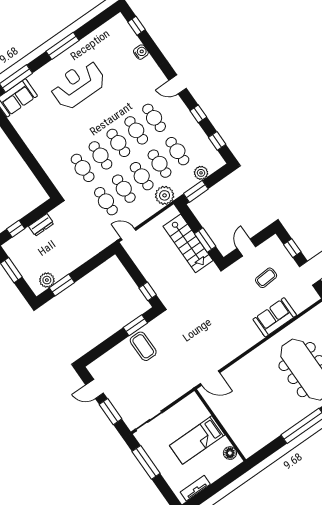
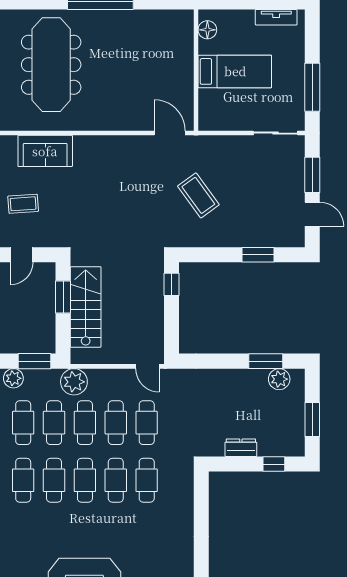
window: (135, 325) -> (258, 255), moved
coffee table: (143, 346) -> (198, 195), moved, turned -36

